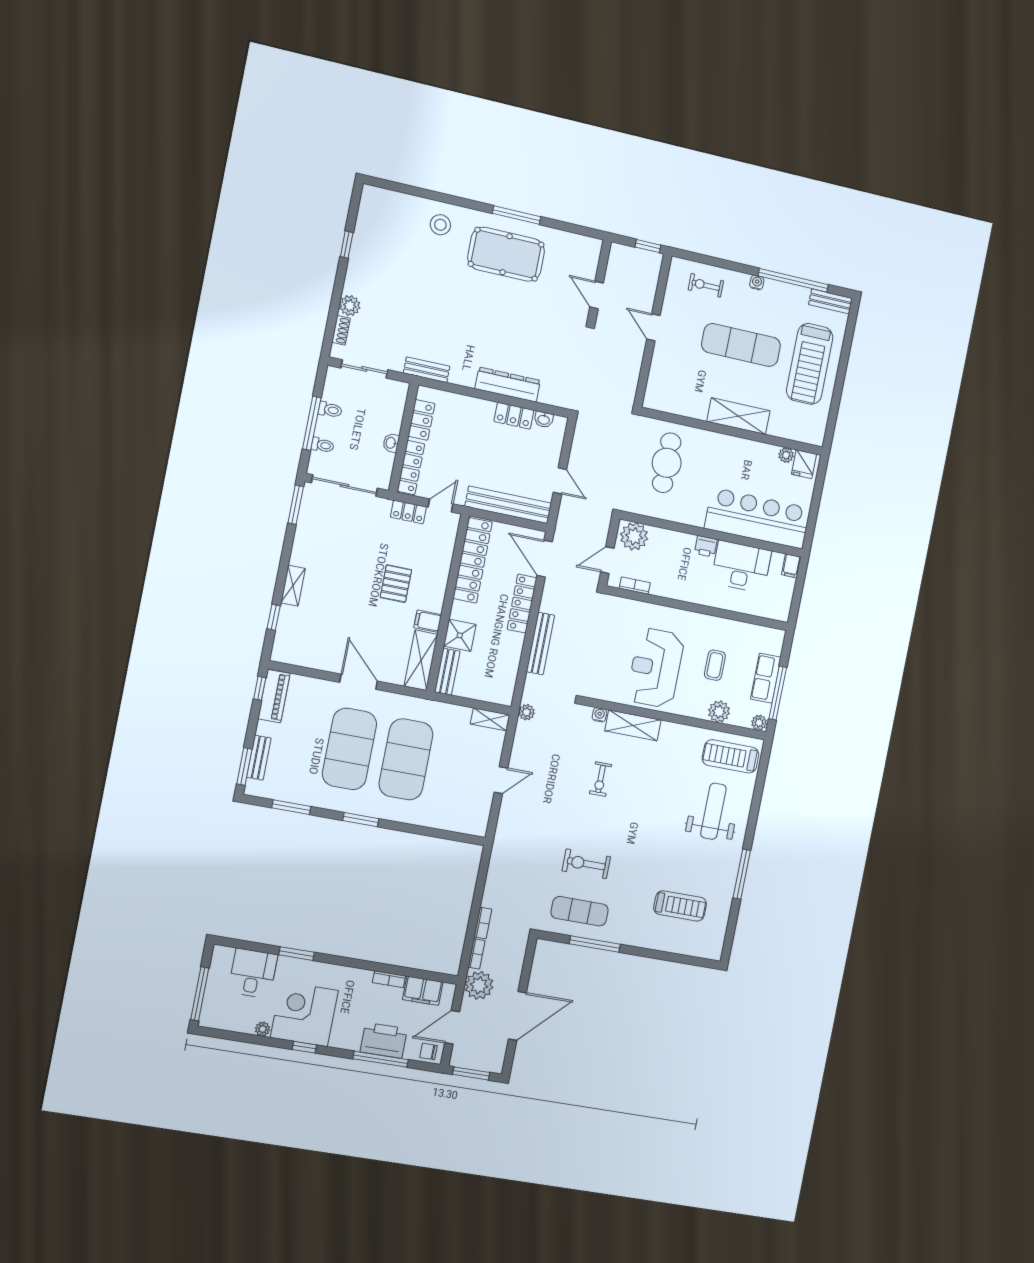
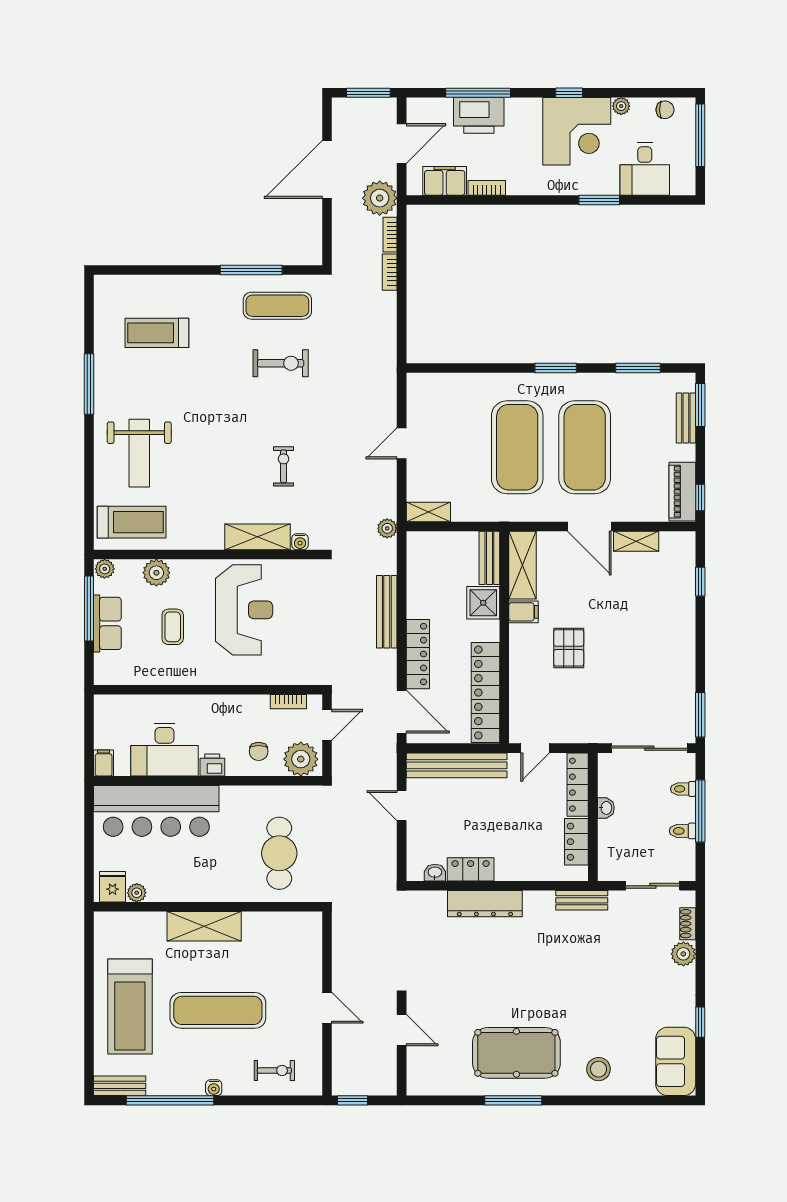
sofa: (374, 216) -> (676, 1061), added
treadmill: (810, 364) -> (130, 1006), turned 180
locker: (408, 512) -> (570, 733), removed
chair: (667, 550) -> (259, 751), added
shelving: (293, 586) -> (636, 541), moved, turned 90
chair: (429, 1051) -> (665, 110), moved

